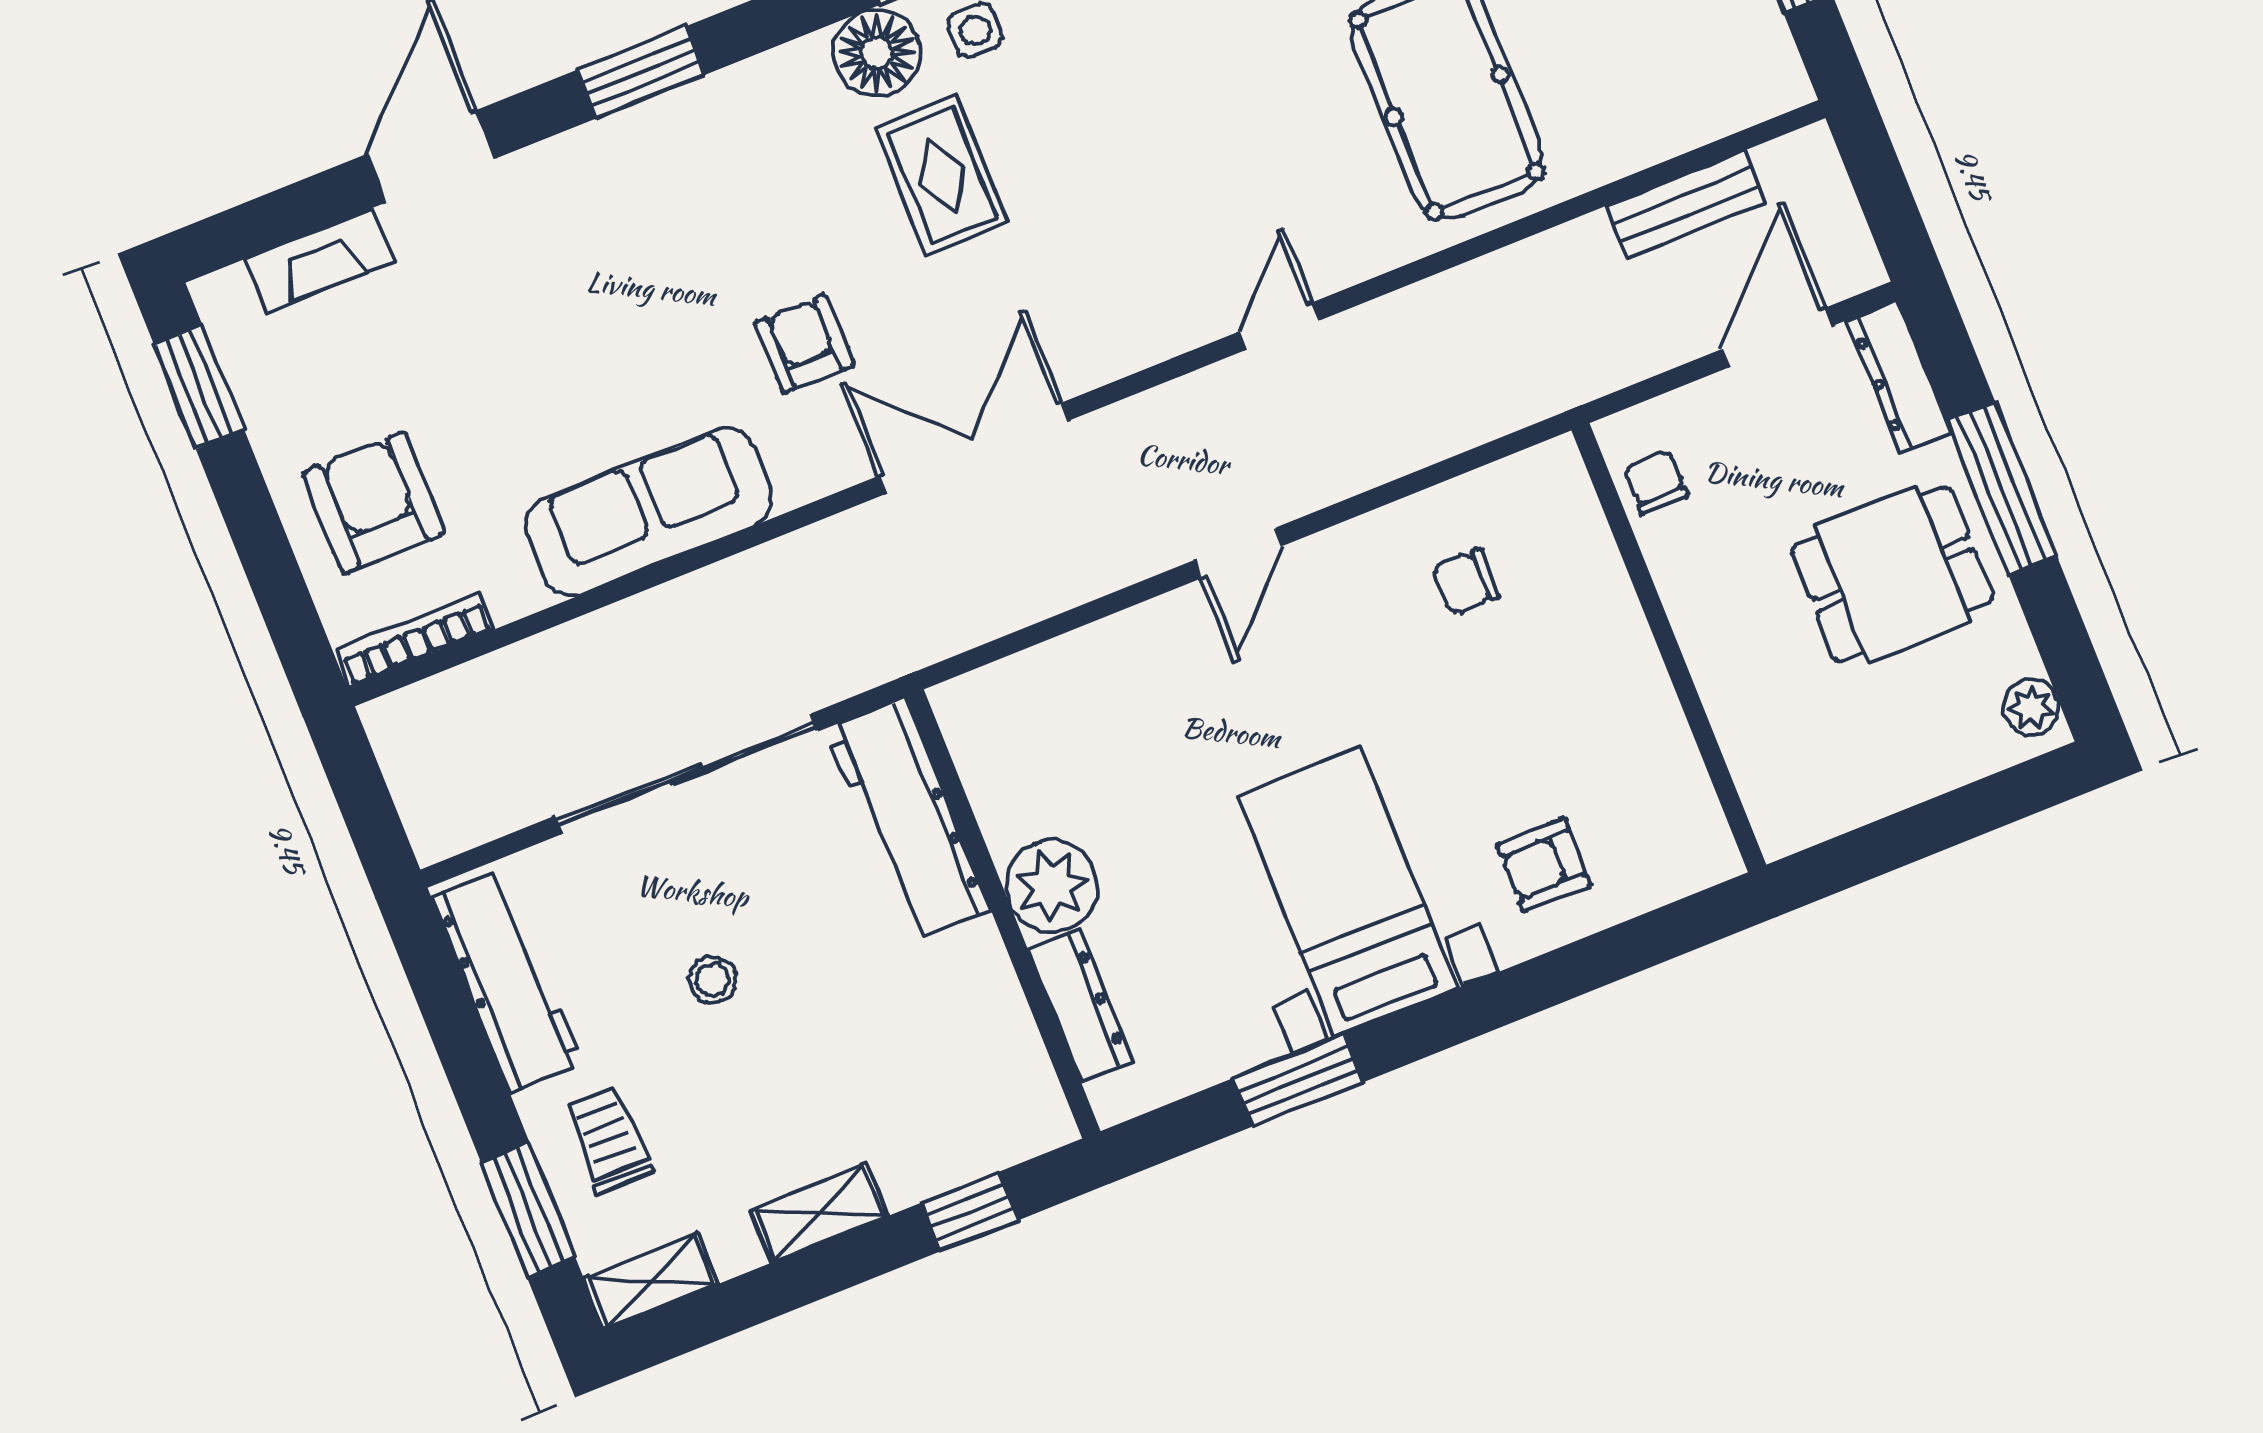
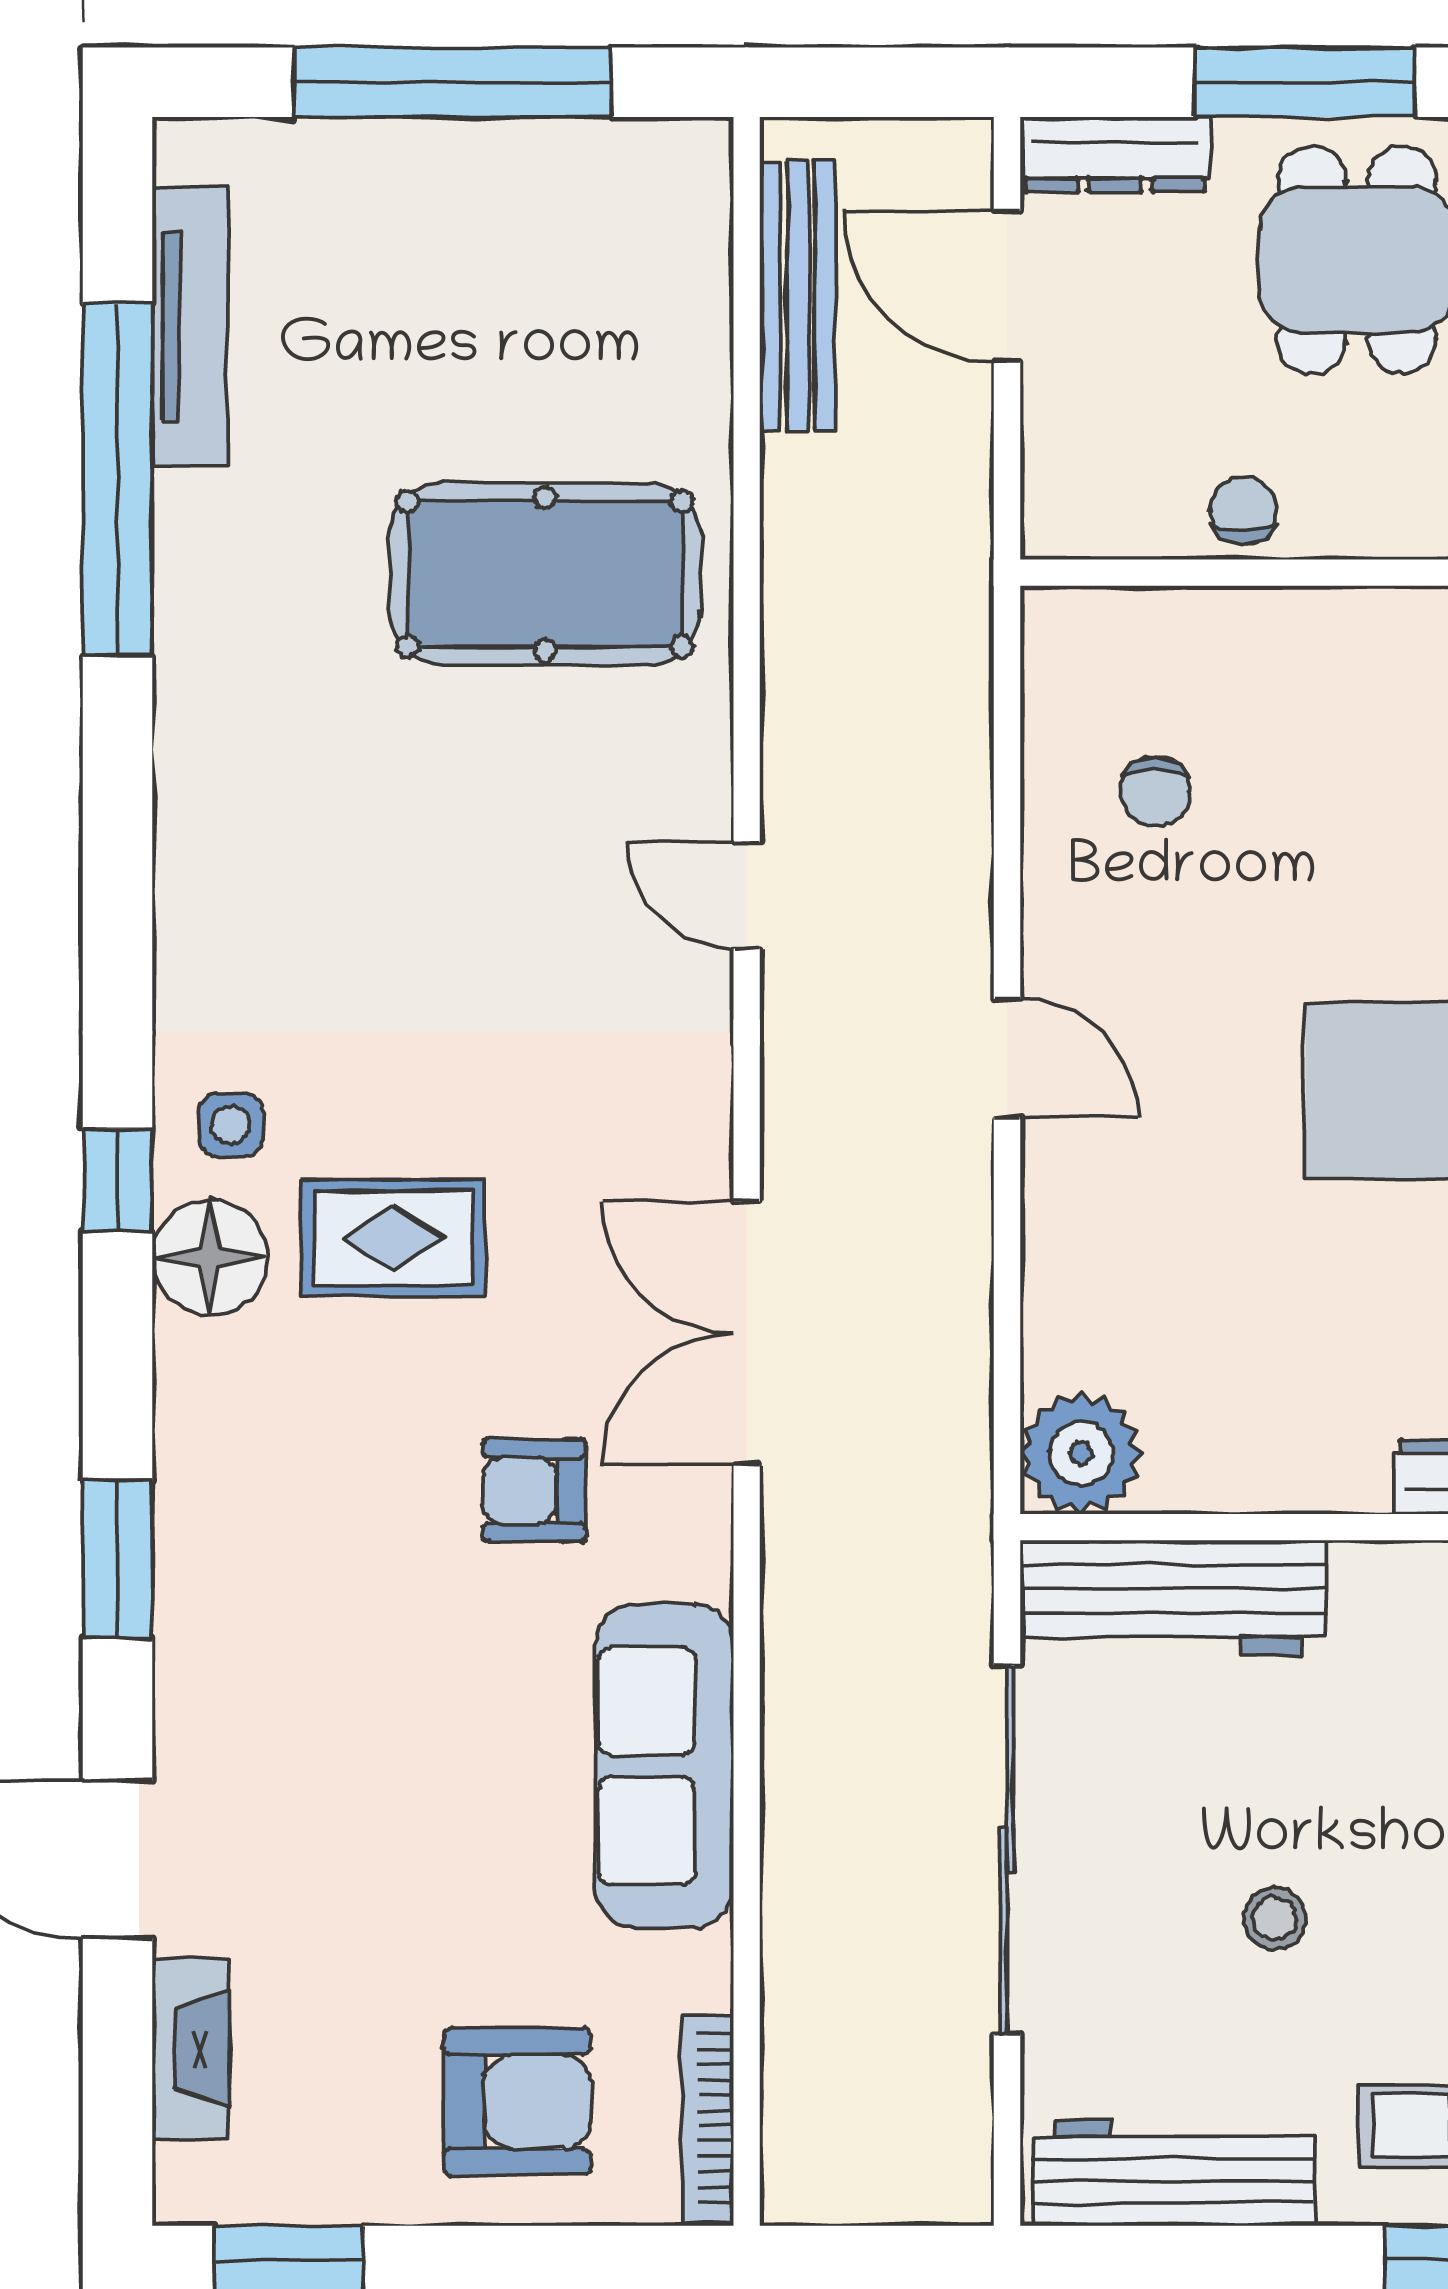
bench: (1686, 204) -> (797, 296), width x1.36
chair: (1655, 482) -> (1243, 510), moved, turned 90
armchair: (374, 503) -> (517, 2102), turned 180
plant: (1052, 886) -> (1081, 1453), moved

